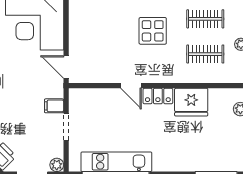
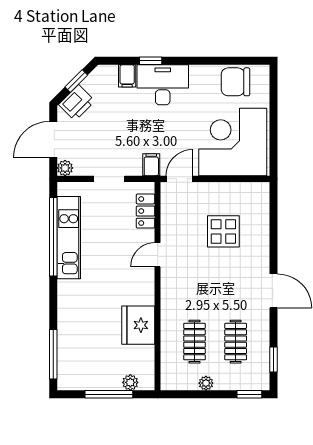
display table: (153, 31) -> (223, 231), moved
locker: (158, 96) -> (145, 211), moved
filing cabinet: (54, 106) -> (151, 165), moved

